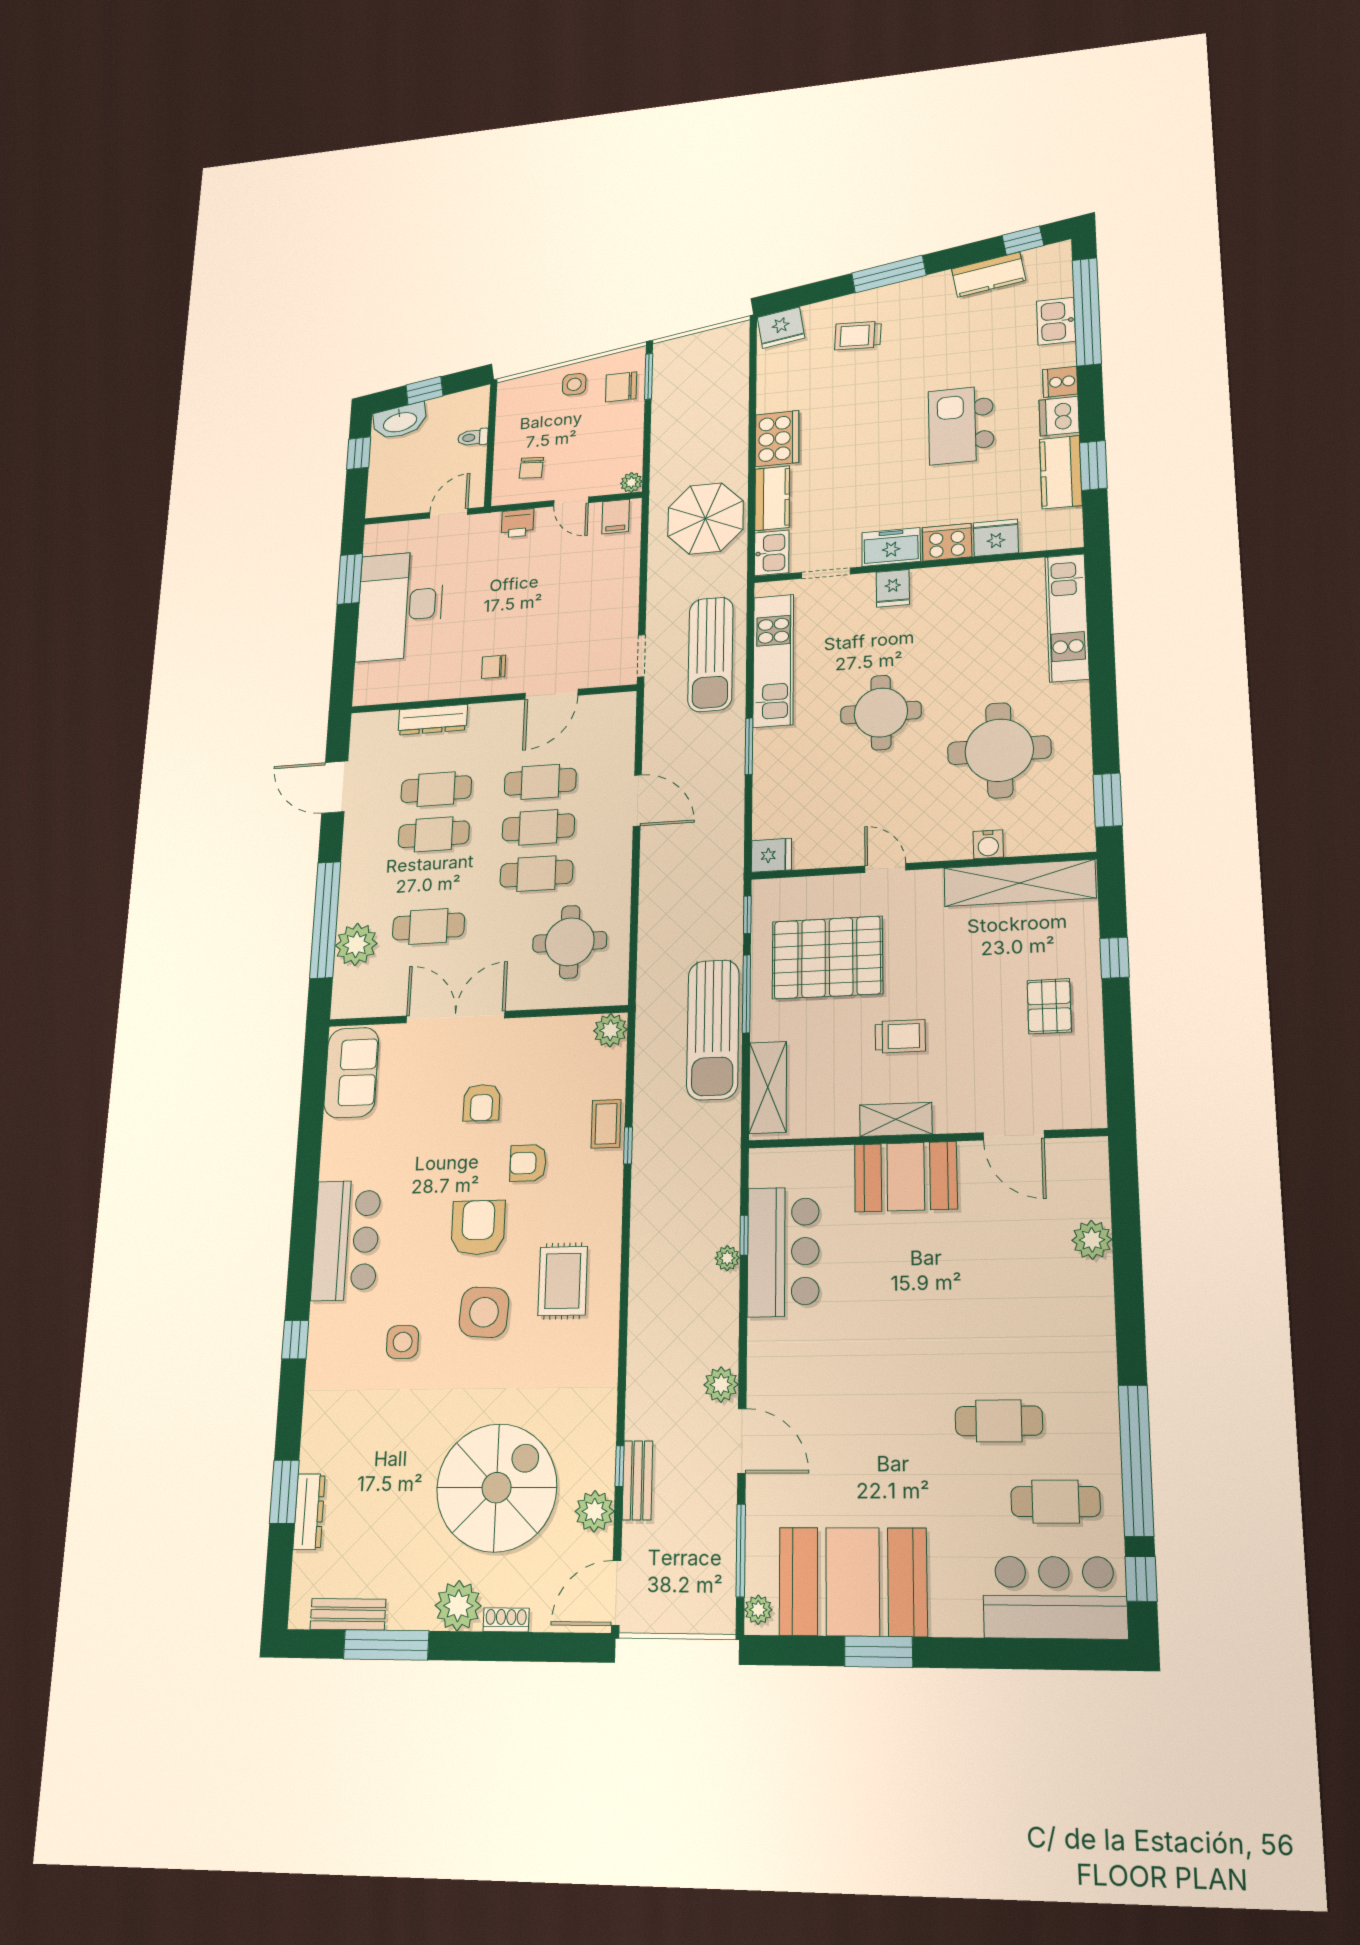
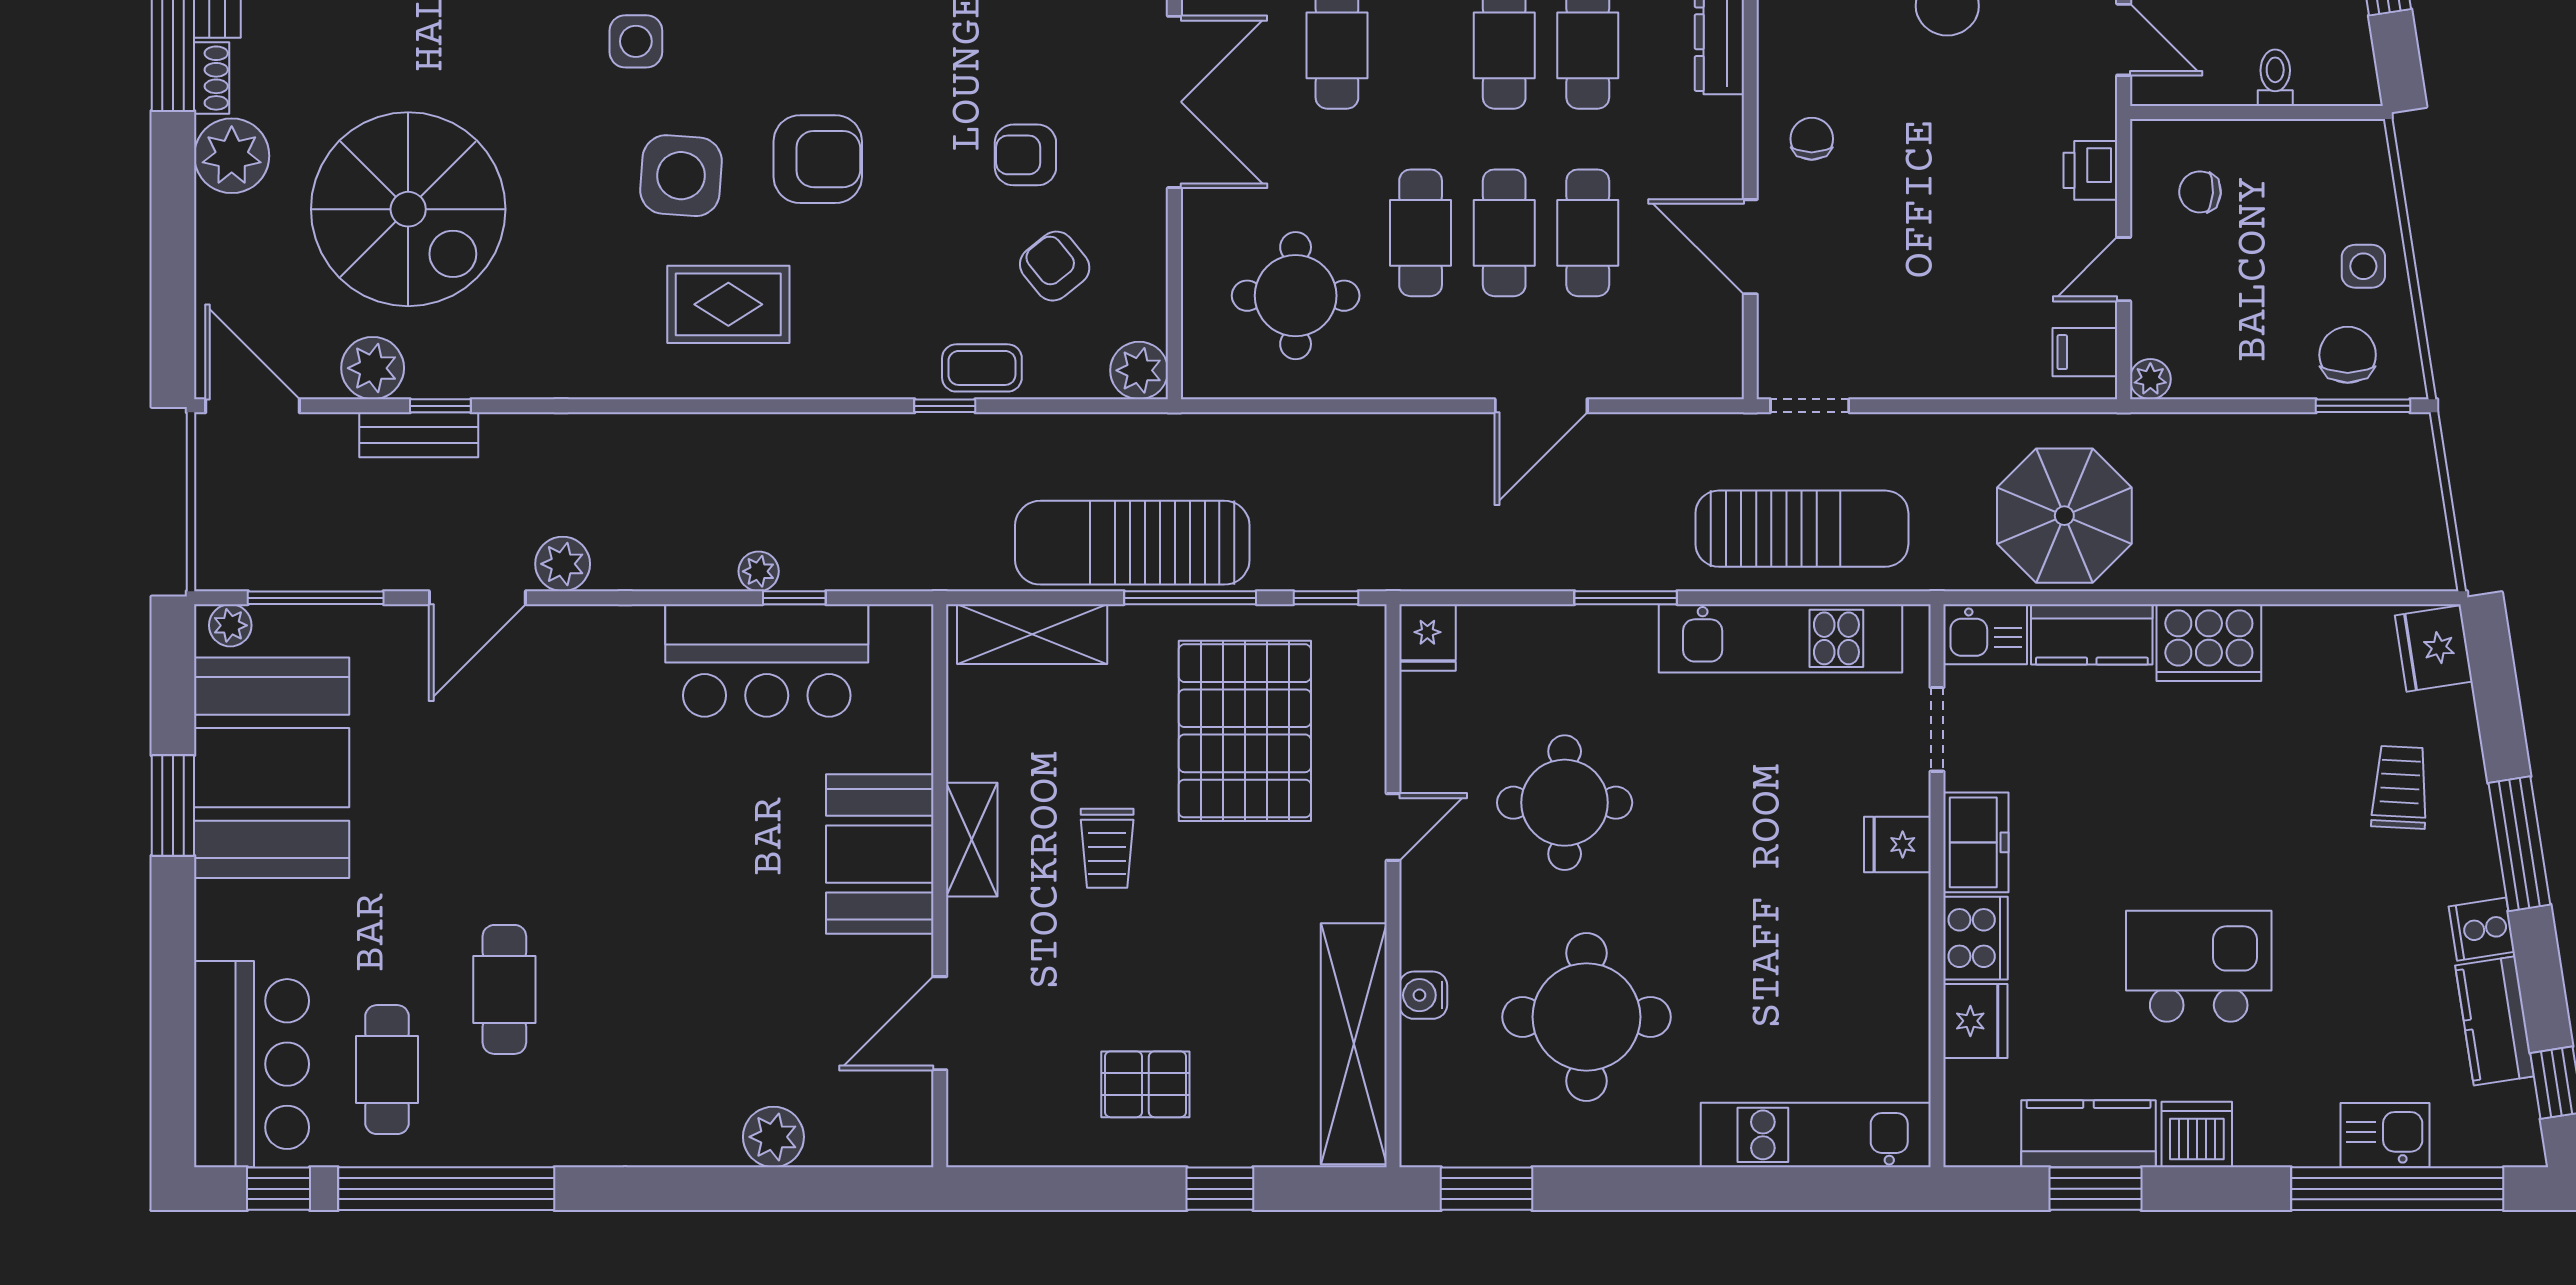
cooker: (1060, 382) -> (2482, 929), moved, turned -99
sun lounger: (711, 654) -> (1802, 529), turned 180
round table: (881, 713) -> (1565, 803), moved
armchair: (528, 1163) -> (1055, 266), moved, turned -39
shoe rack: (506, 1620) -> (212, 78), moved

